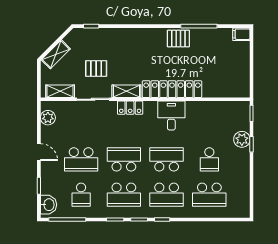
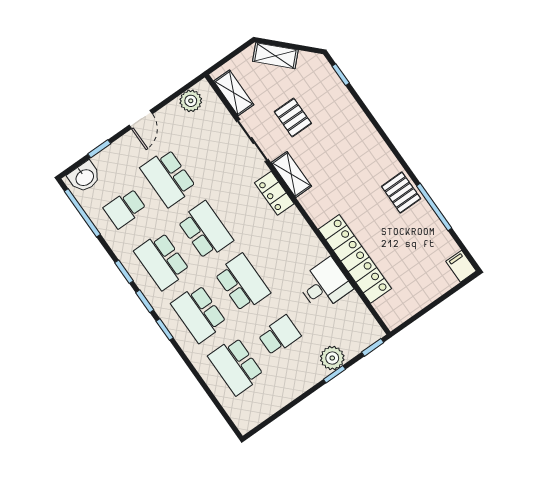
locker: (172, 89) -> (355, 259), moved
desk: (171, 116) -> (324, 285), moved
school desk: (209, 159) -> (279, 335), turned 180

